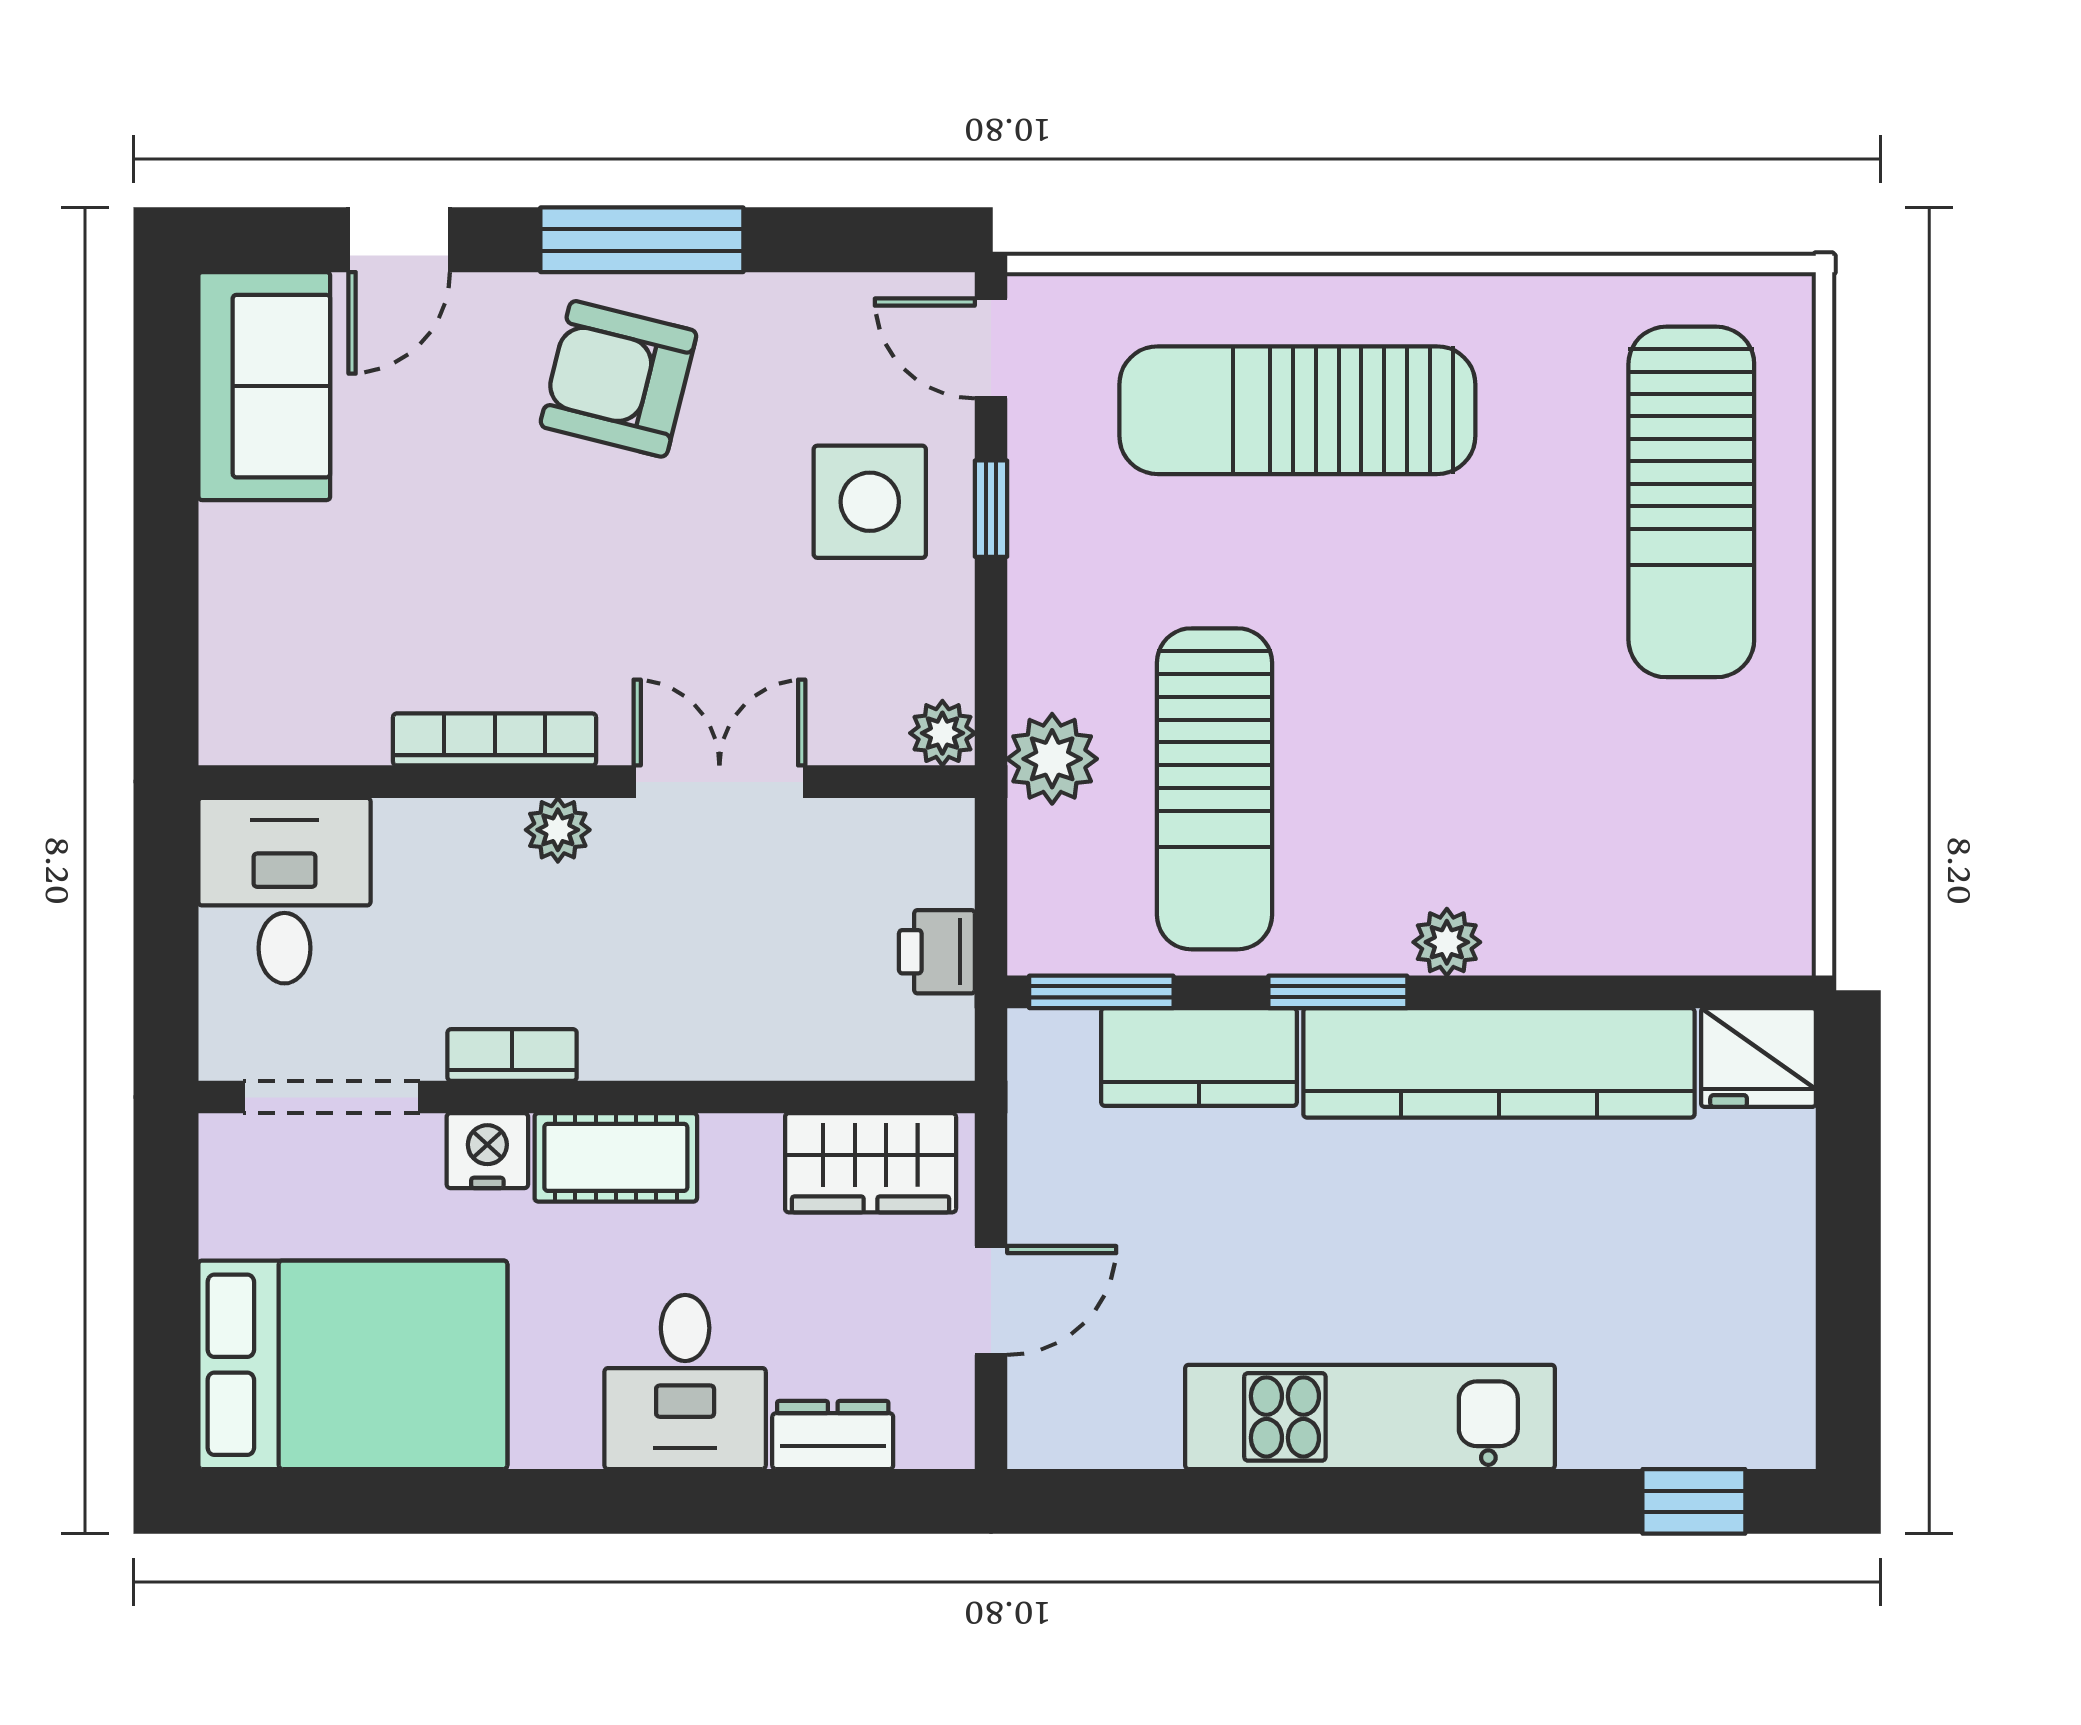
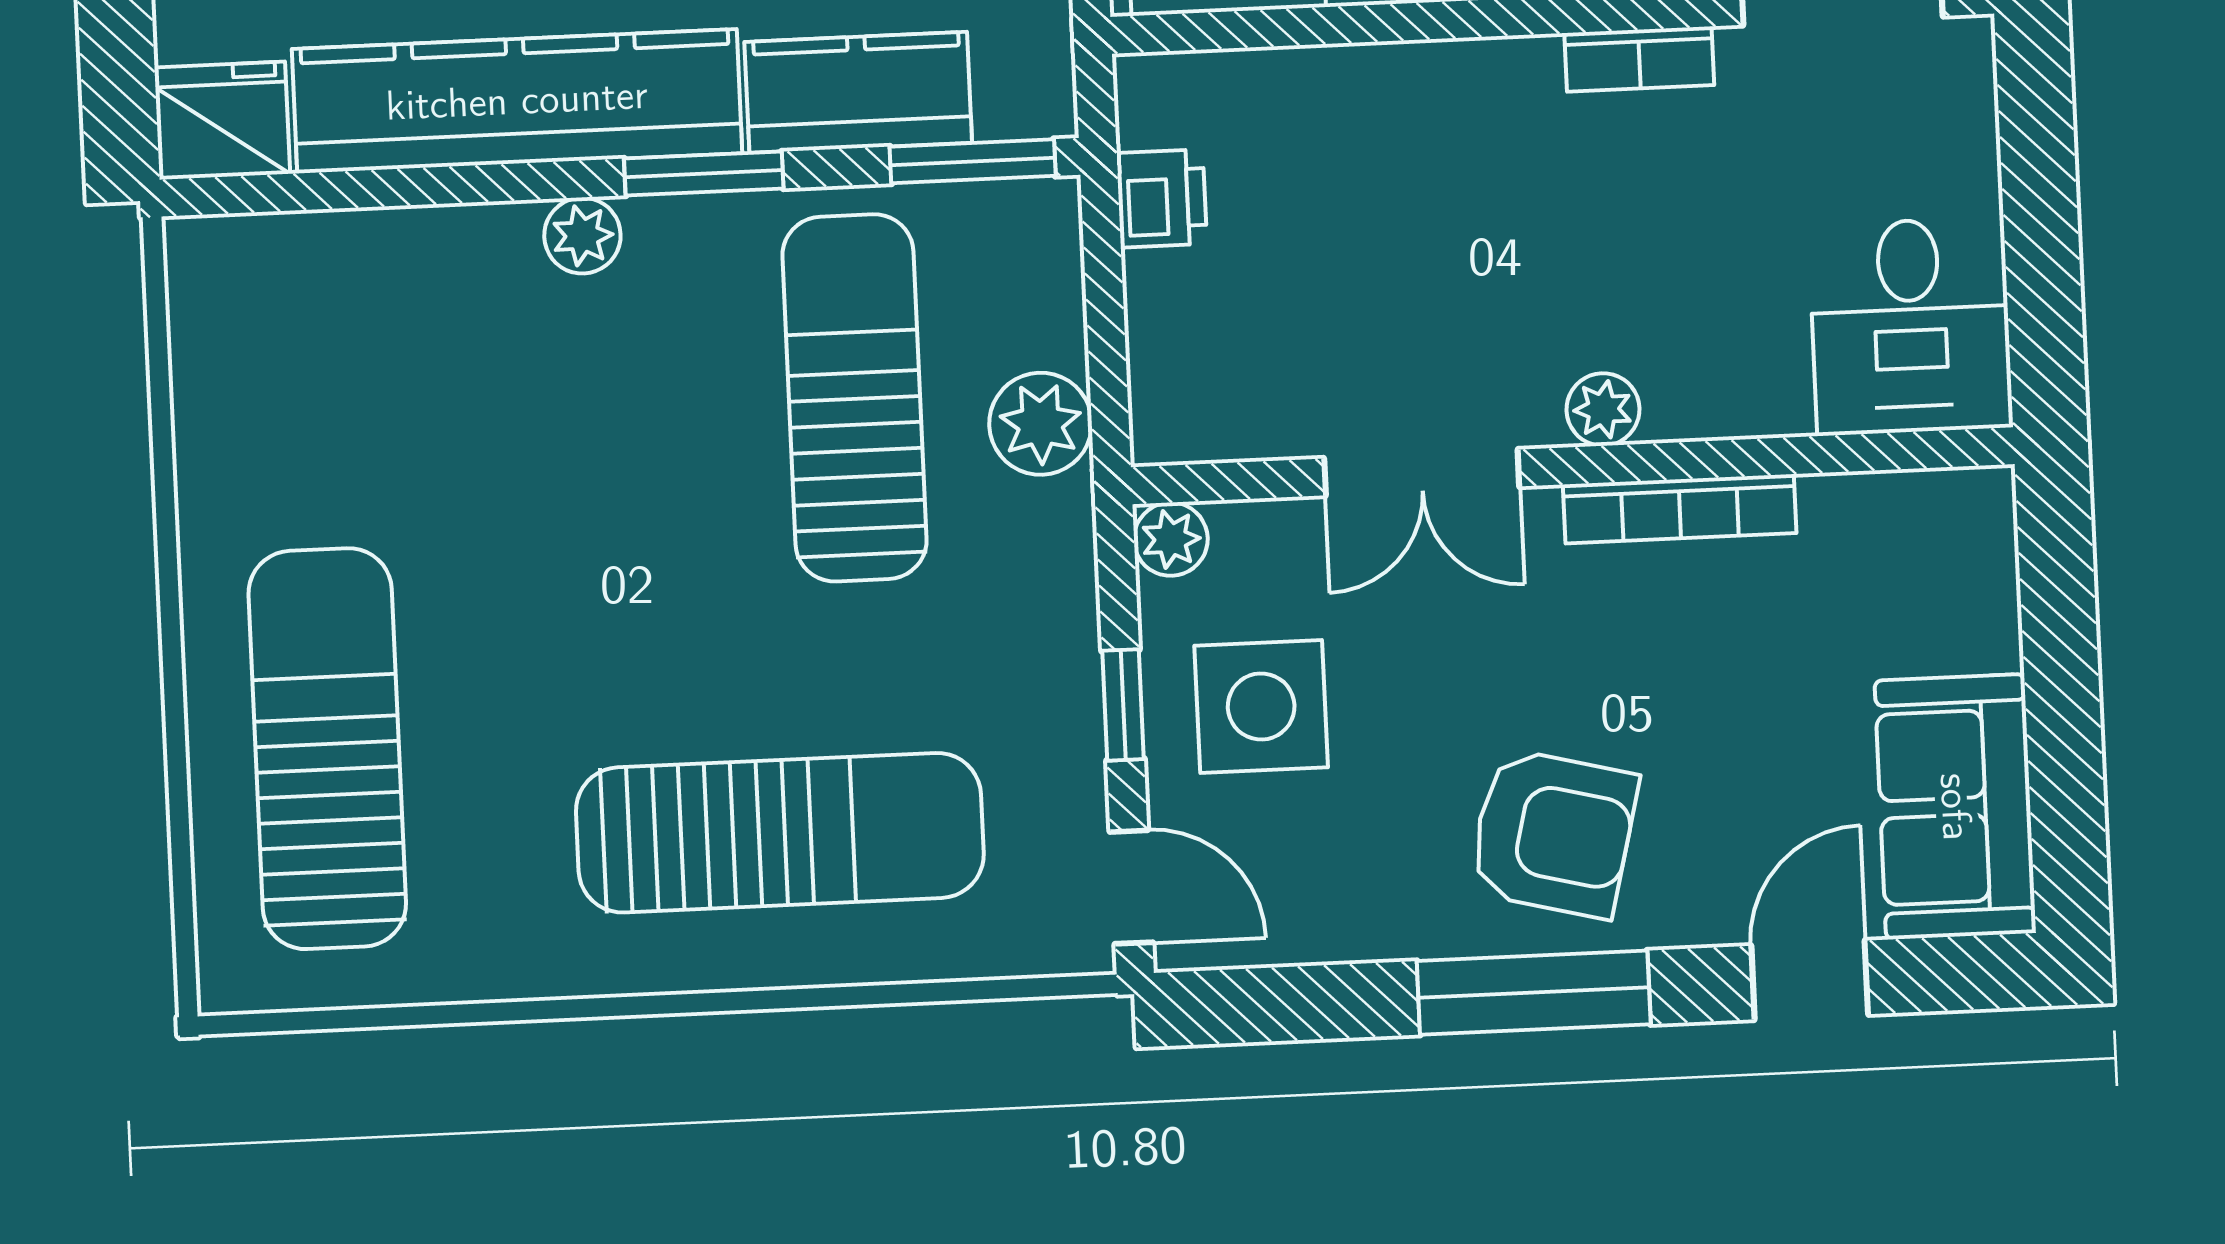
plant: (942, 733) -> (1171, 539), moved
bookcase: (495, 739) -> (1680, 509), moved
wall: (587, 782) -> (1573, 466), moved
double door: (719, 782) -> (1422, 473), moved
plant: (558, 830) -> (1603, 409), moved
desk: (284, 891) -> (1911, 326), moved

